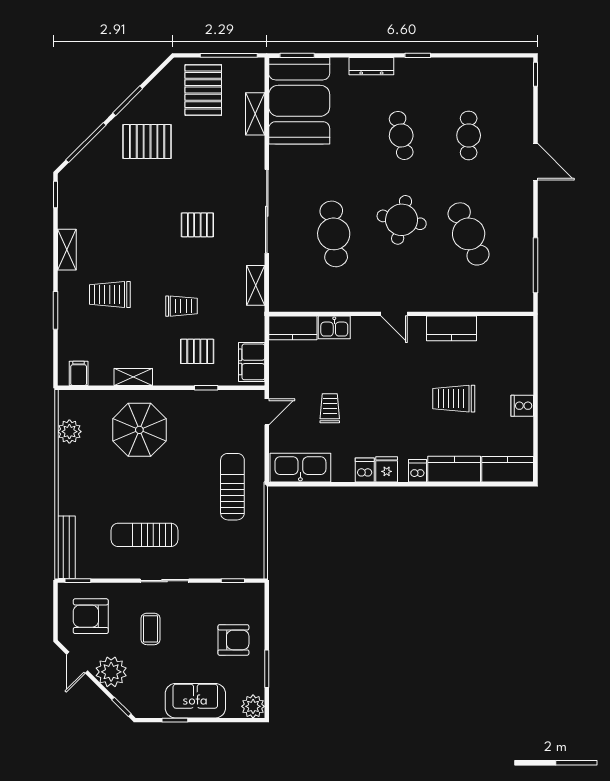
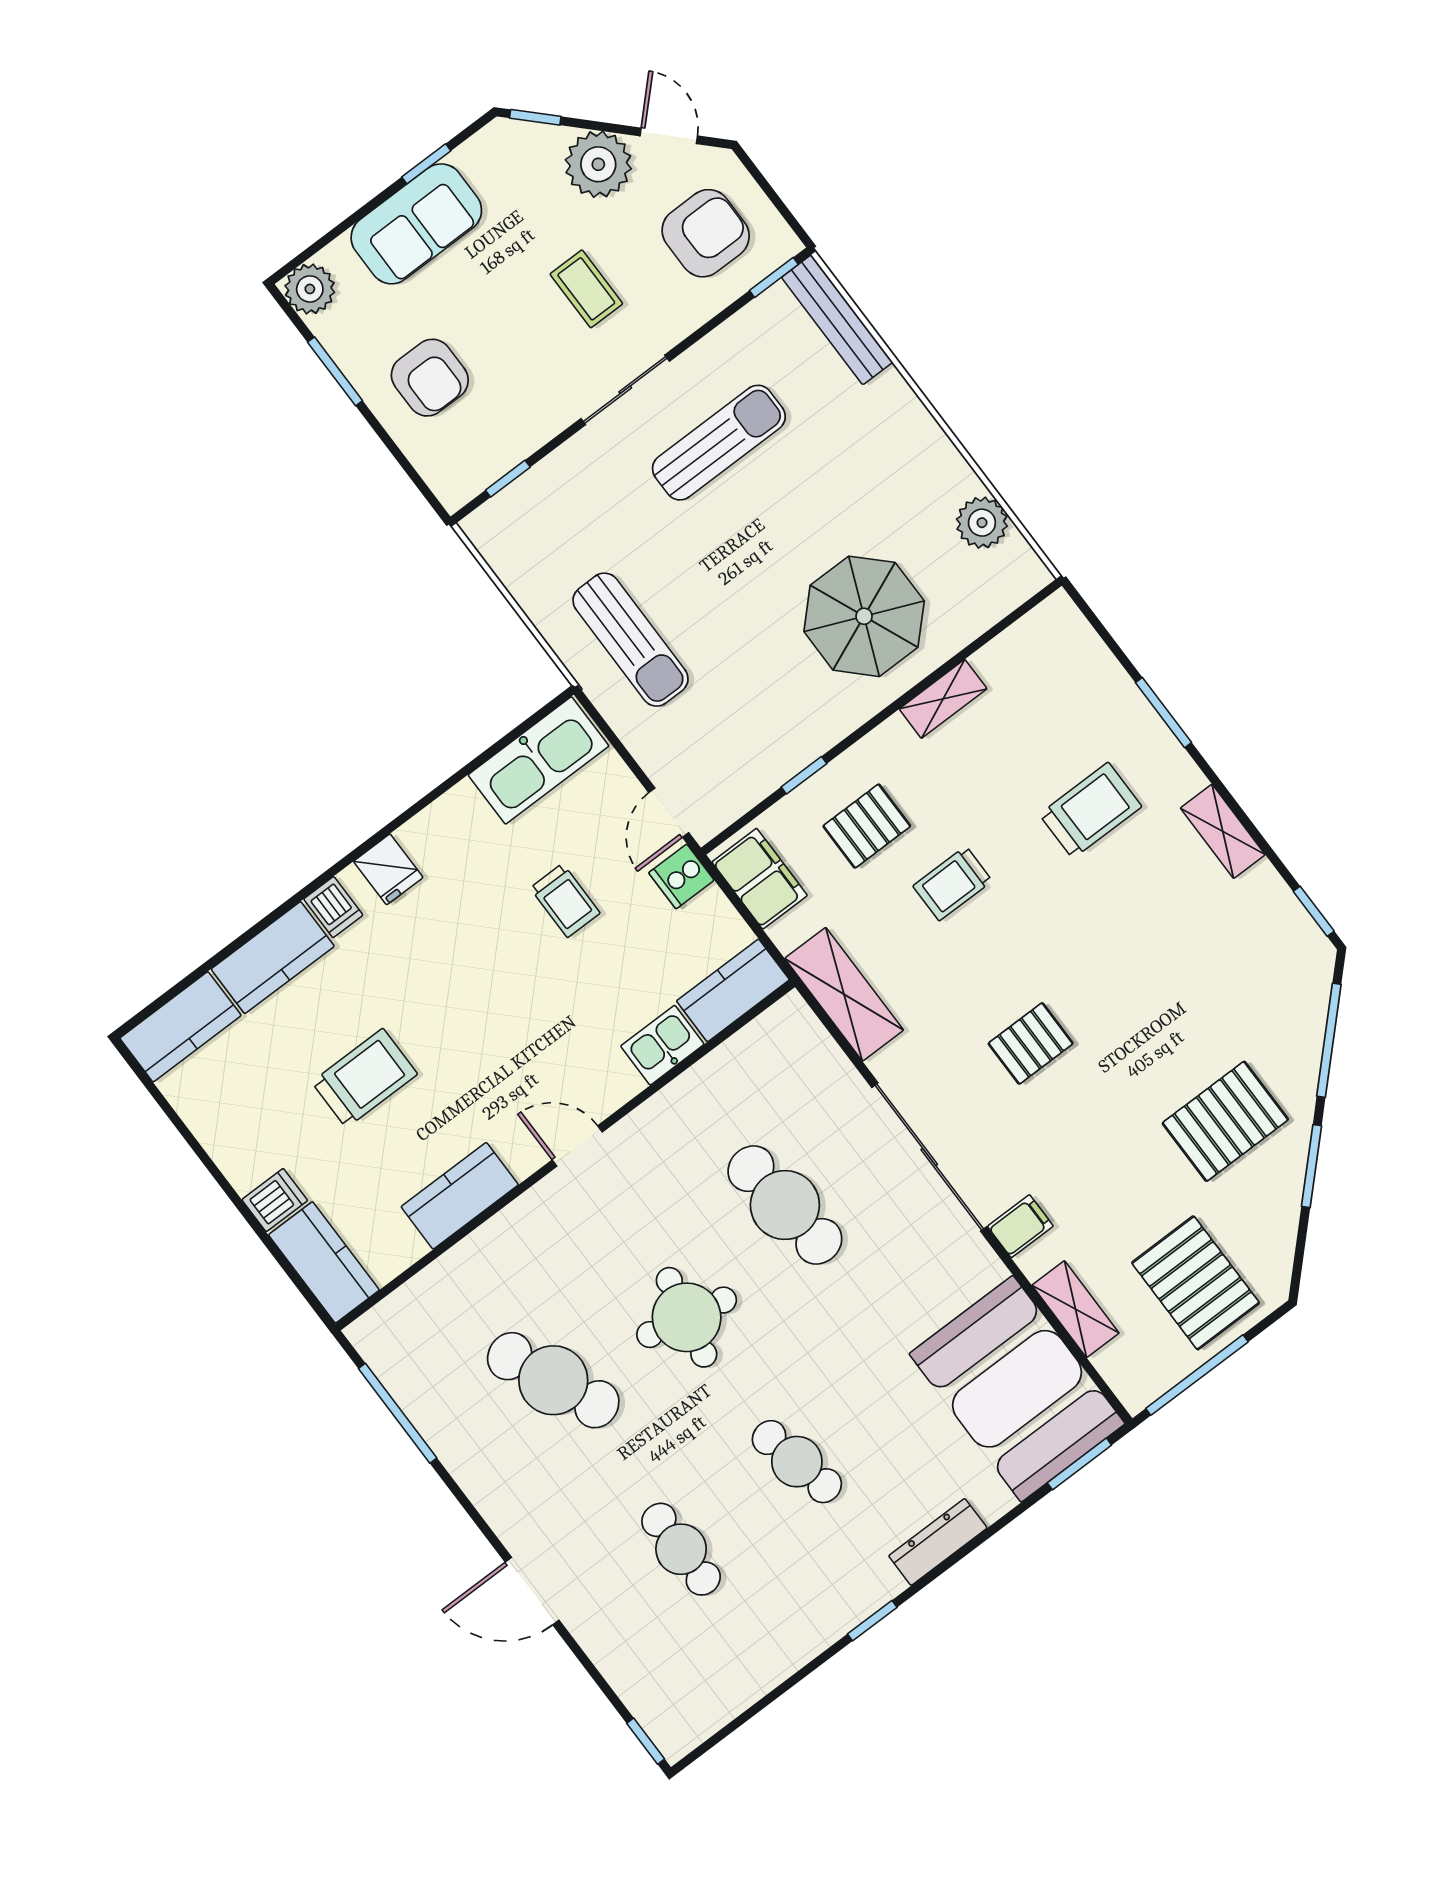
shelving: (256, 285) -> (844, 994), width x1.50, depth x1.33
kitchen counter: (521, 342) -> (324, 1262), added
filing cabinet: (79, 373) -> (1020, 1226), moved, turned -90
cooker: (522, 406) -> (681, 876), moved, turned 180
dishwasher: (365, 470) -> (275, 1200), moved, turned -90
armchair: (233, 640) -> (430, 378), turned -90

